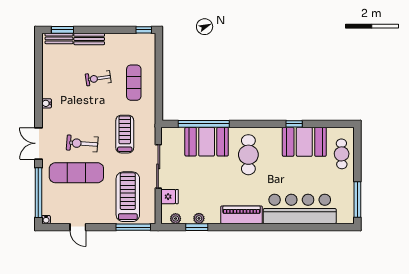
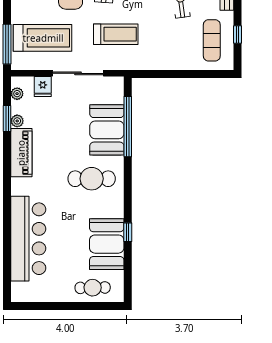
window: (144, 30) -> (238, 35), moved
exercise mat: (134, 83) -> (212, 40), moved, turned 90
window: (357, 199) -> (39, 306), removed
piano: (242, 215) -> (21, 153), moved

